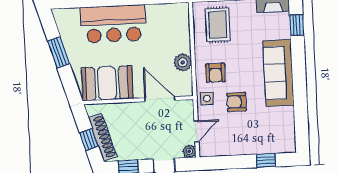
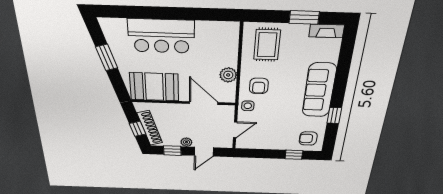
window: (297, 25) -> (334, 115), moved
armchair: (237, 102) -> (308, 138), moved
plant: (189, 151) -> (186, 142), moved

